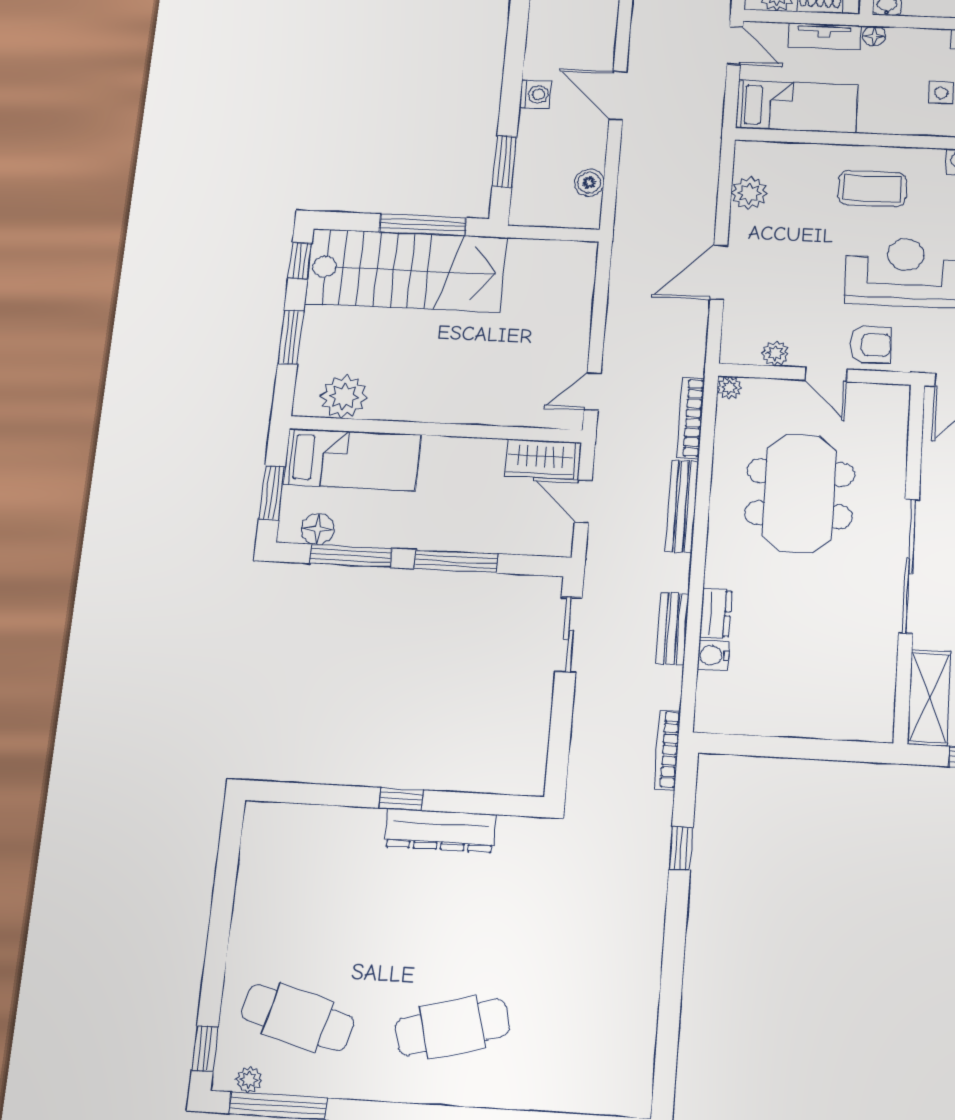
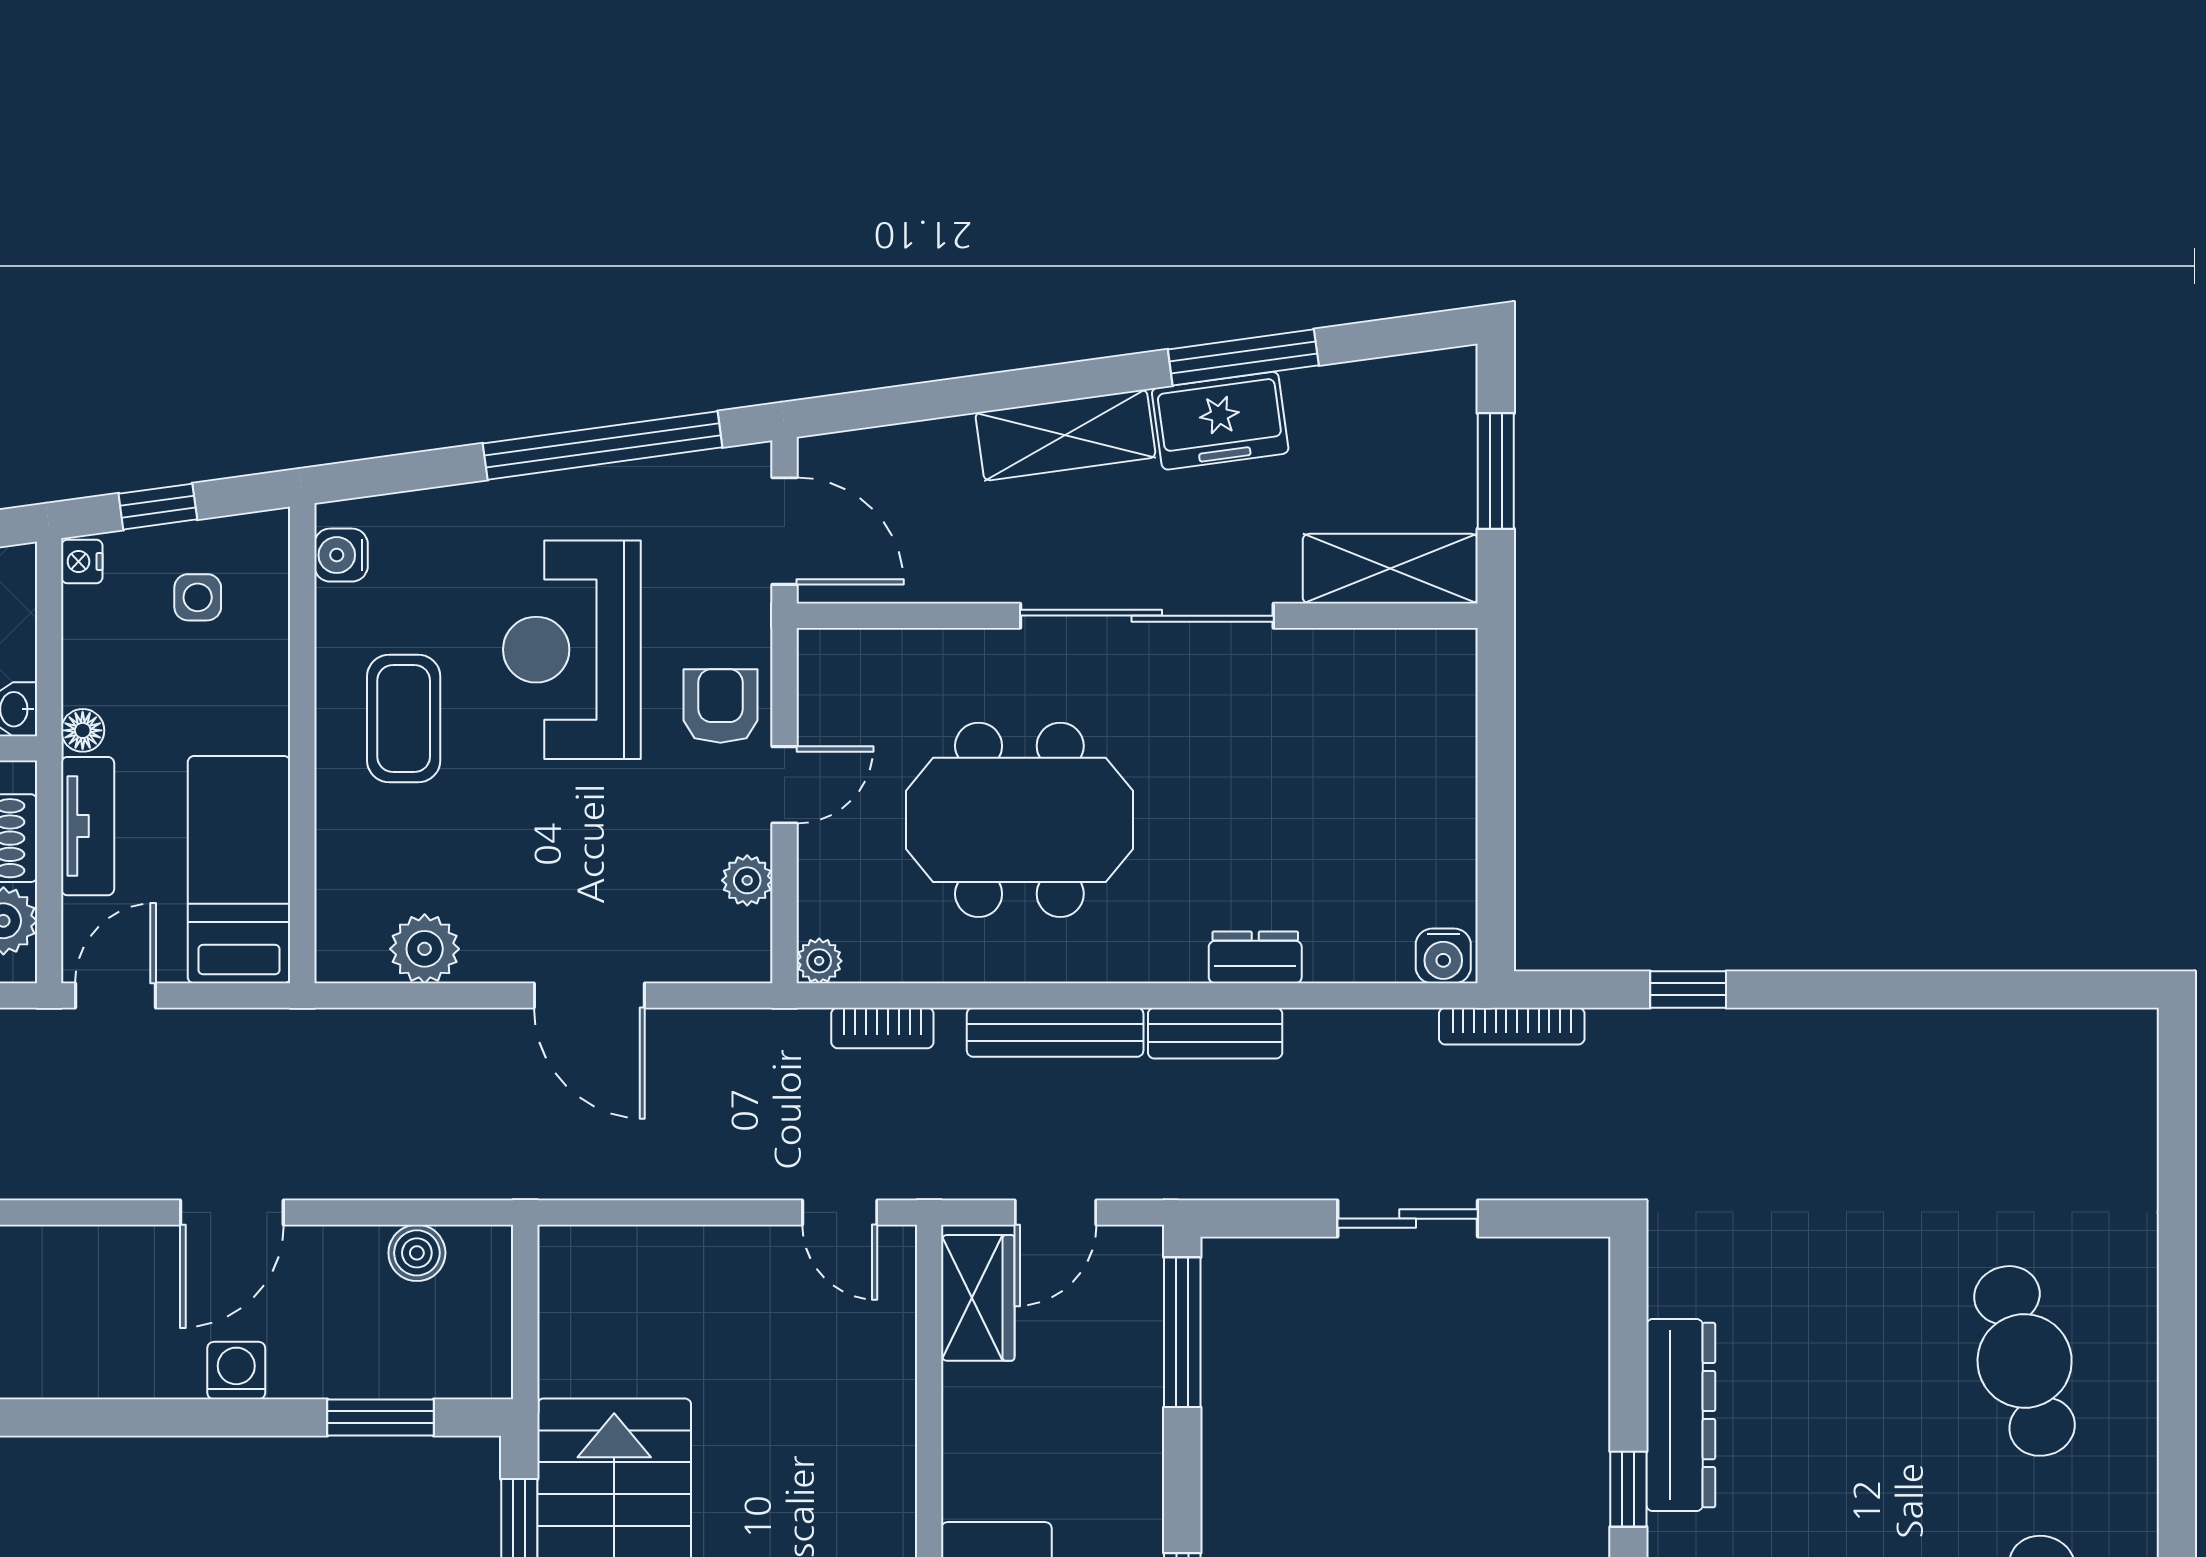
bookcase: (691, 418) -> (882, 1028), width x0.64
window: (456, 561) -> (1182, 1332), moved
bench: (672, 629) -> (1215, 1033), moved
sliding door: (569, 635) -> (1408, 1219), moved
water cooler: (713, 655) -> (1443, 956), moved

